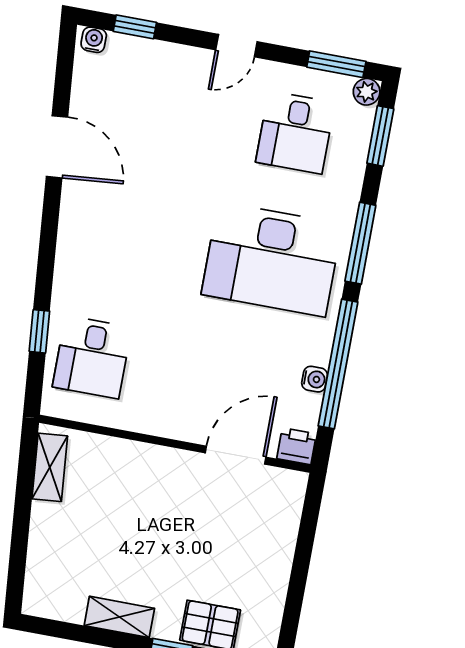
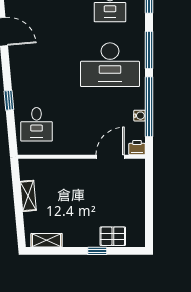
window: (39, 331) -> (9, 100), moved
shelving: (50, 467) -> (28, 196), moved
shelving: (119, 617) -> (47, 240), moved

